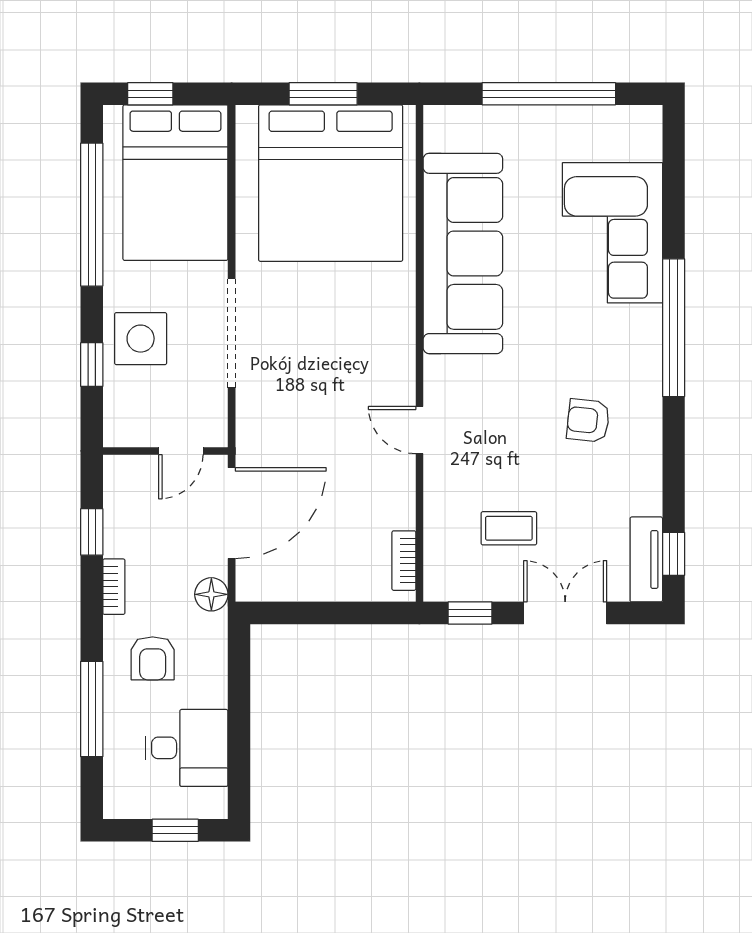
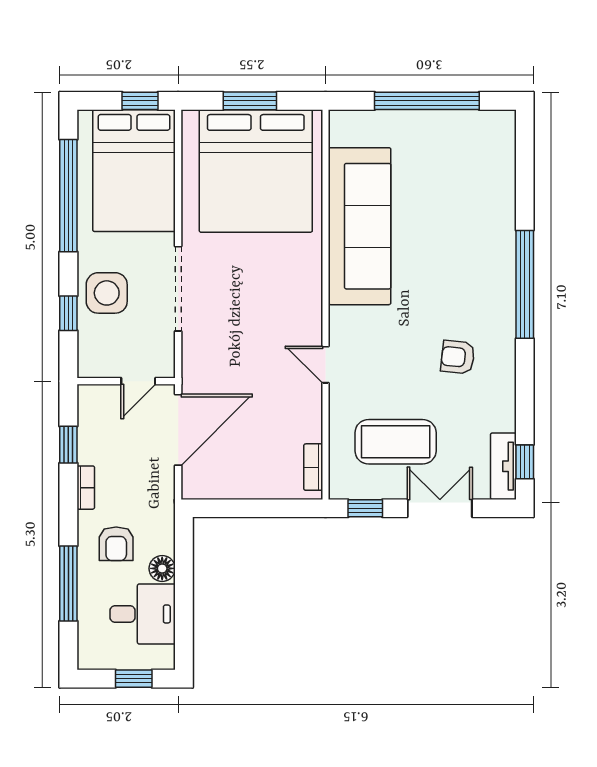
window: (150, 94) -> (140, 101), moved
corner sofa: (612, 233) -> (477, 210), removed
coffee table: (509, 528) -> (396, 442), width x1.86, depth x1.72
floor lamp: (211, 594) -> (162, 568), moved

